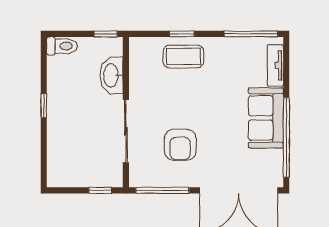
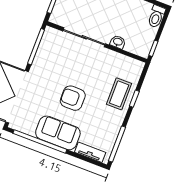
washbasin: (112, 75) -> (118, 42), width x0.52, depth x0.69
armchair: (180, 145) -> (73, 98), moved

